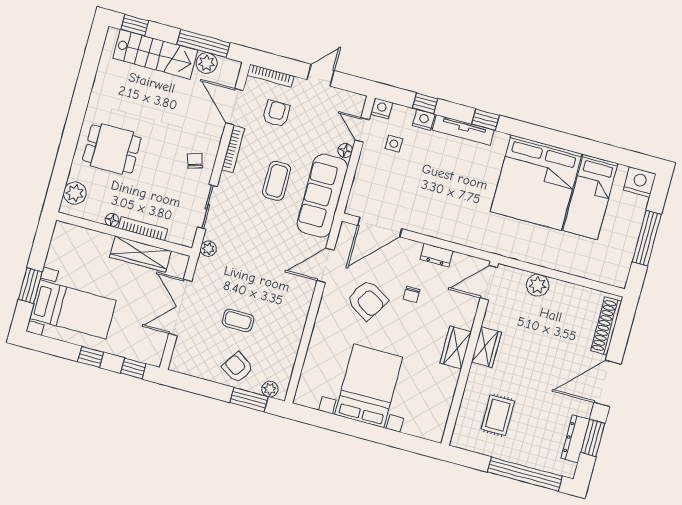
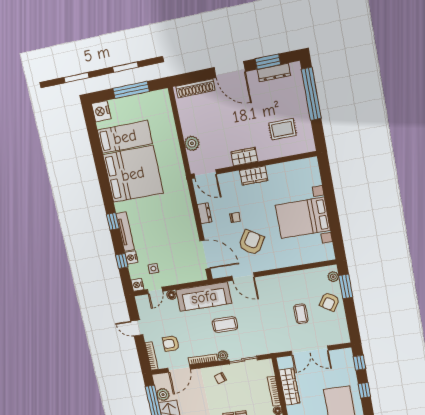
coffee table: (277, 181) -> (225, 325), moved
plant: (208, 249) -> (223, 355), moved

